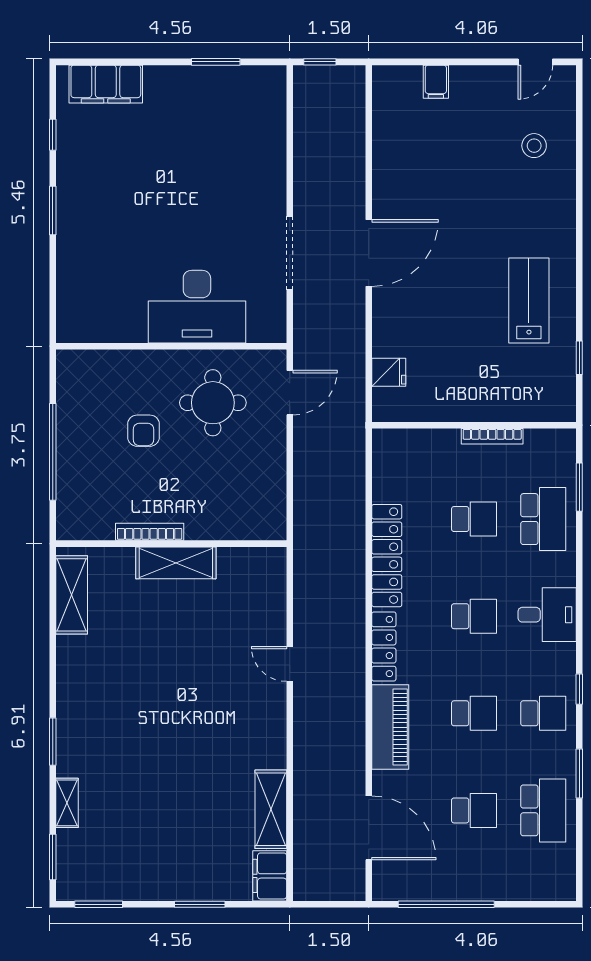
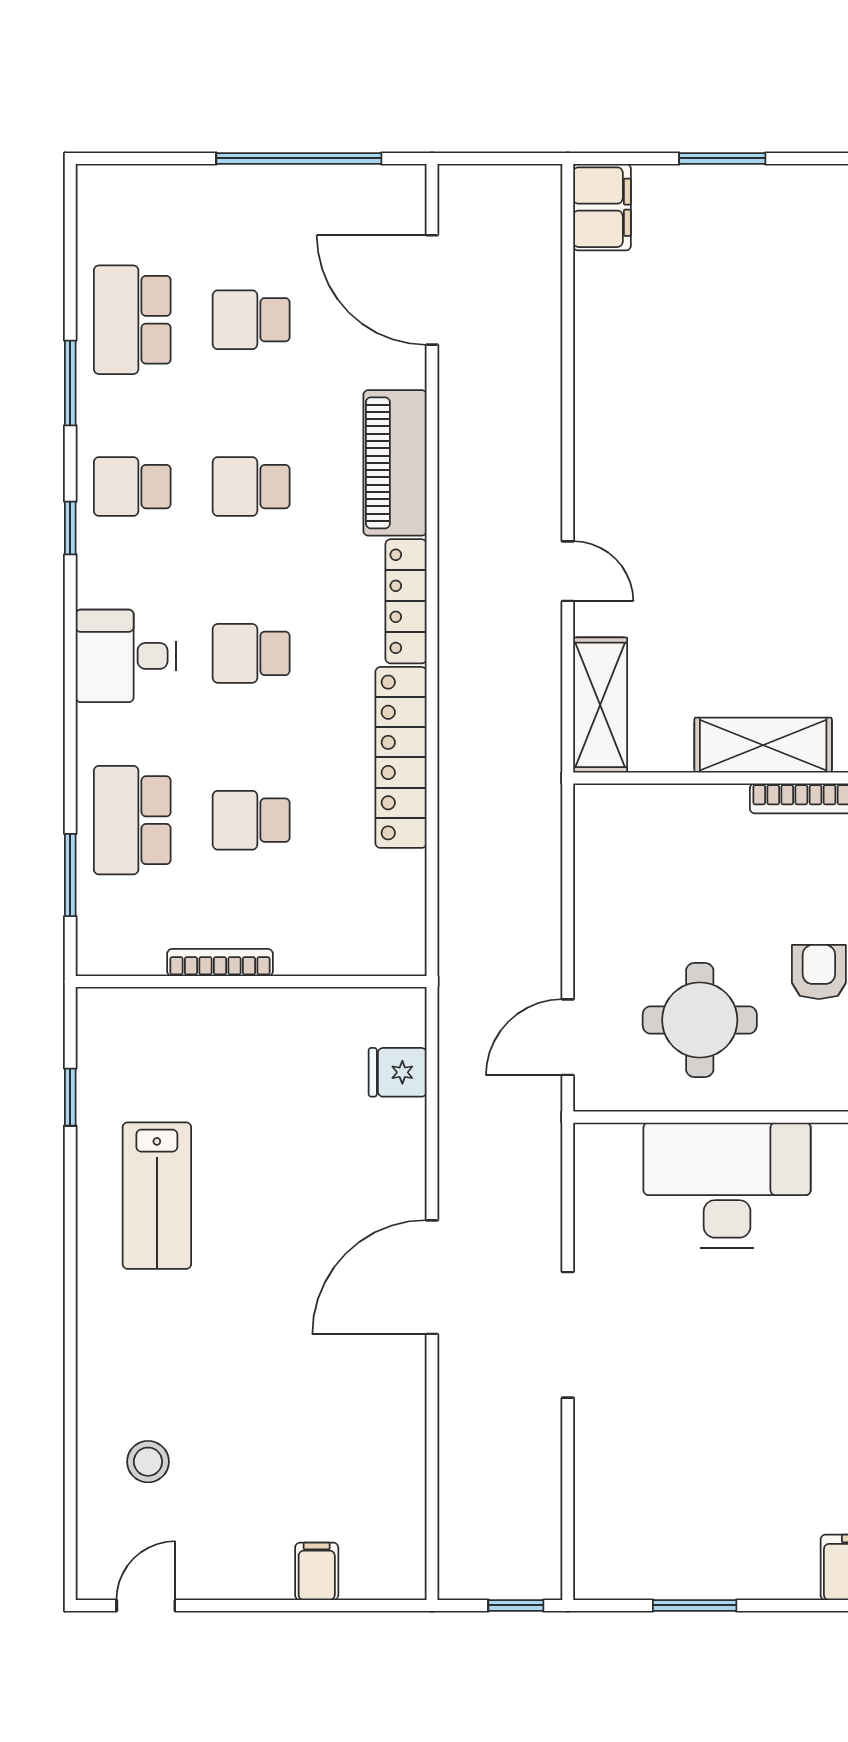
doorway: (290, 253) -> (568, 1335), moved
shelving: (271, 809) -> (600, 705), moved

